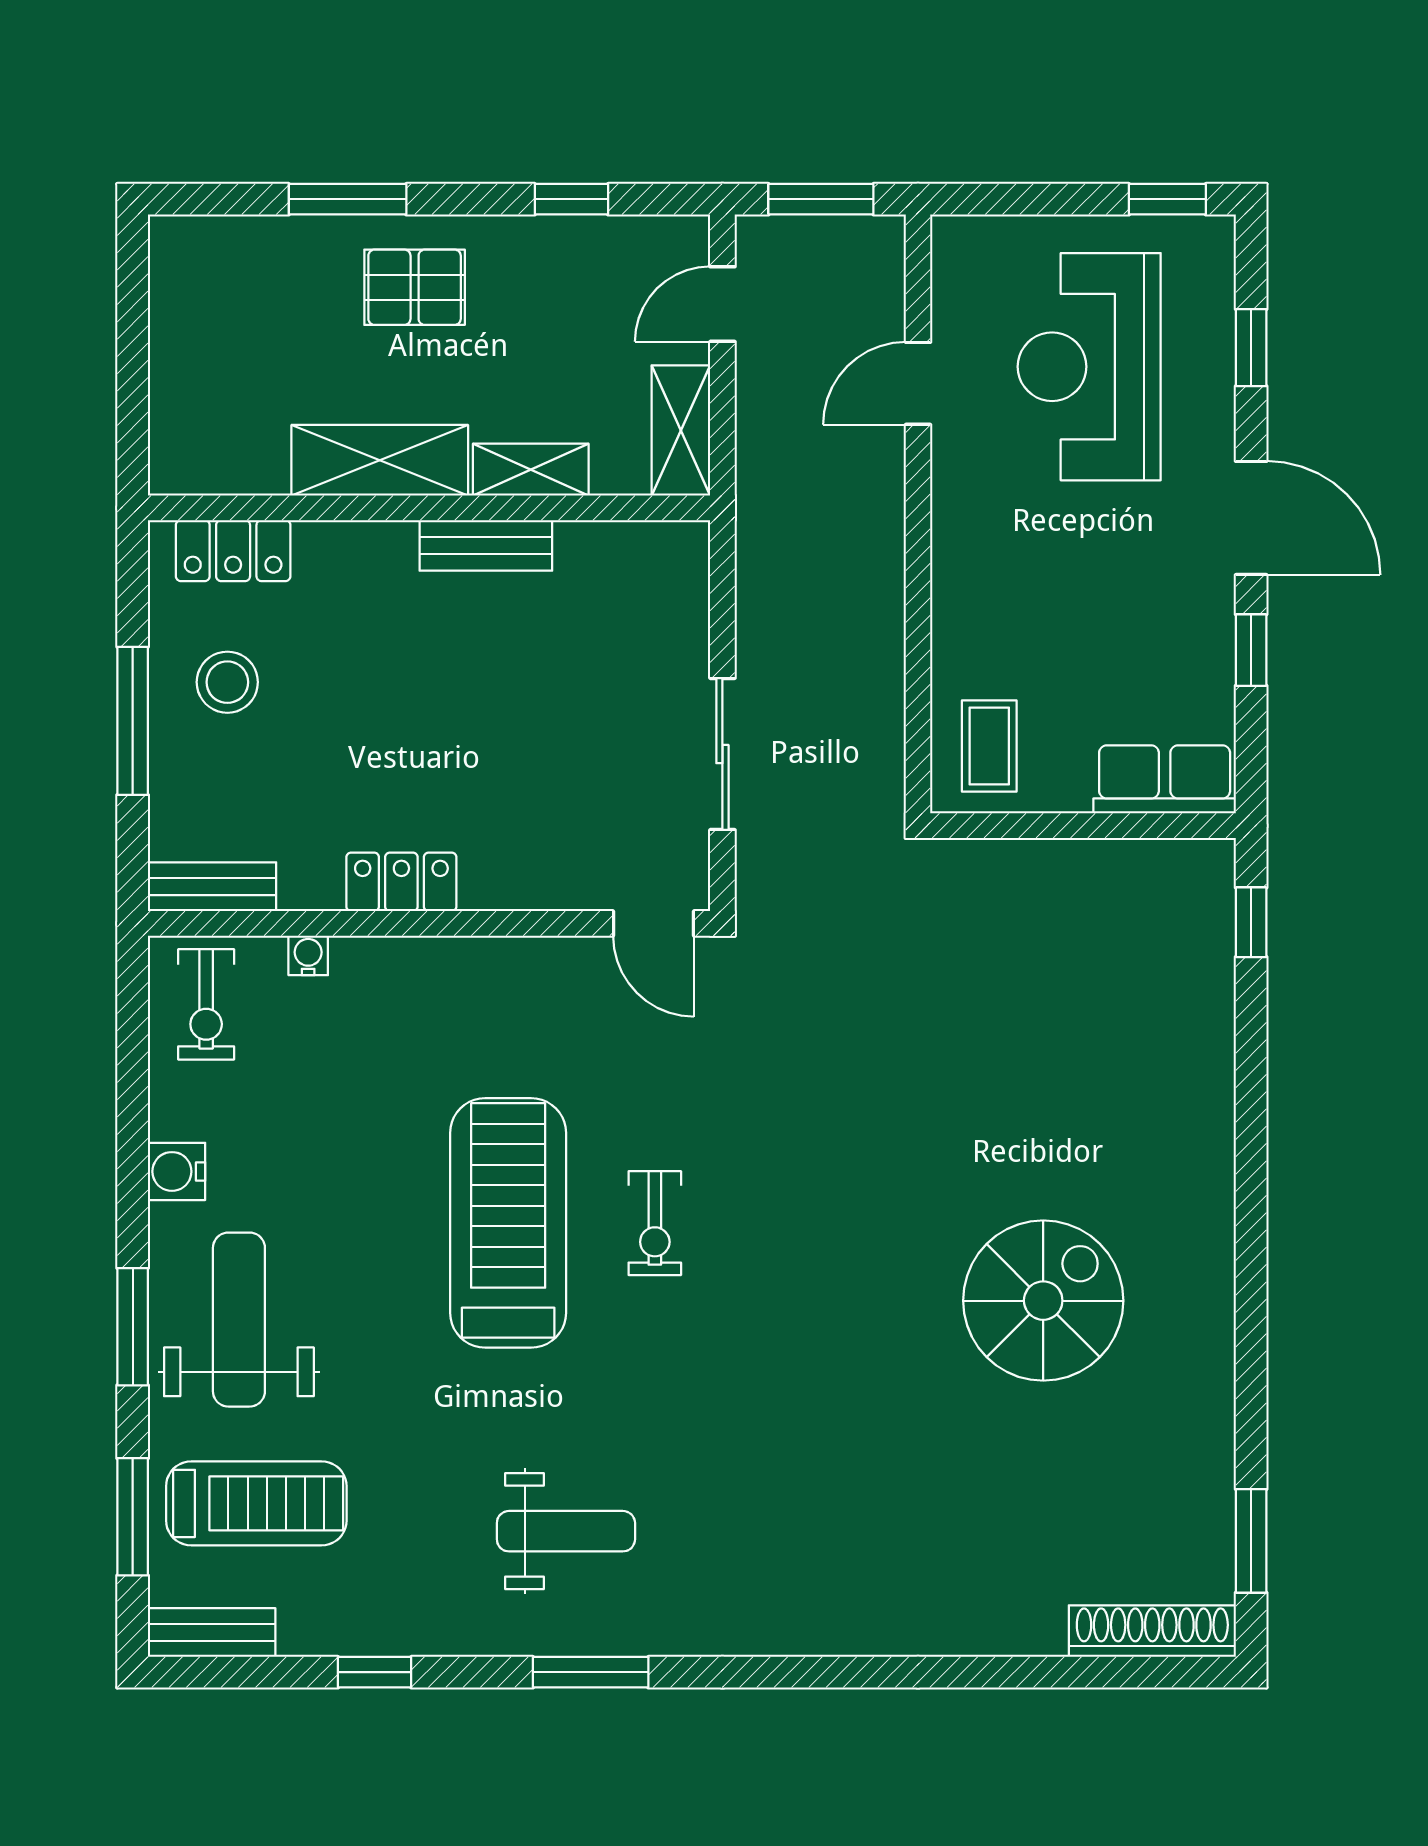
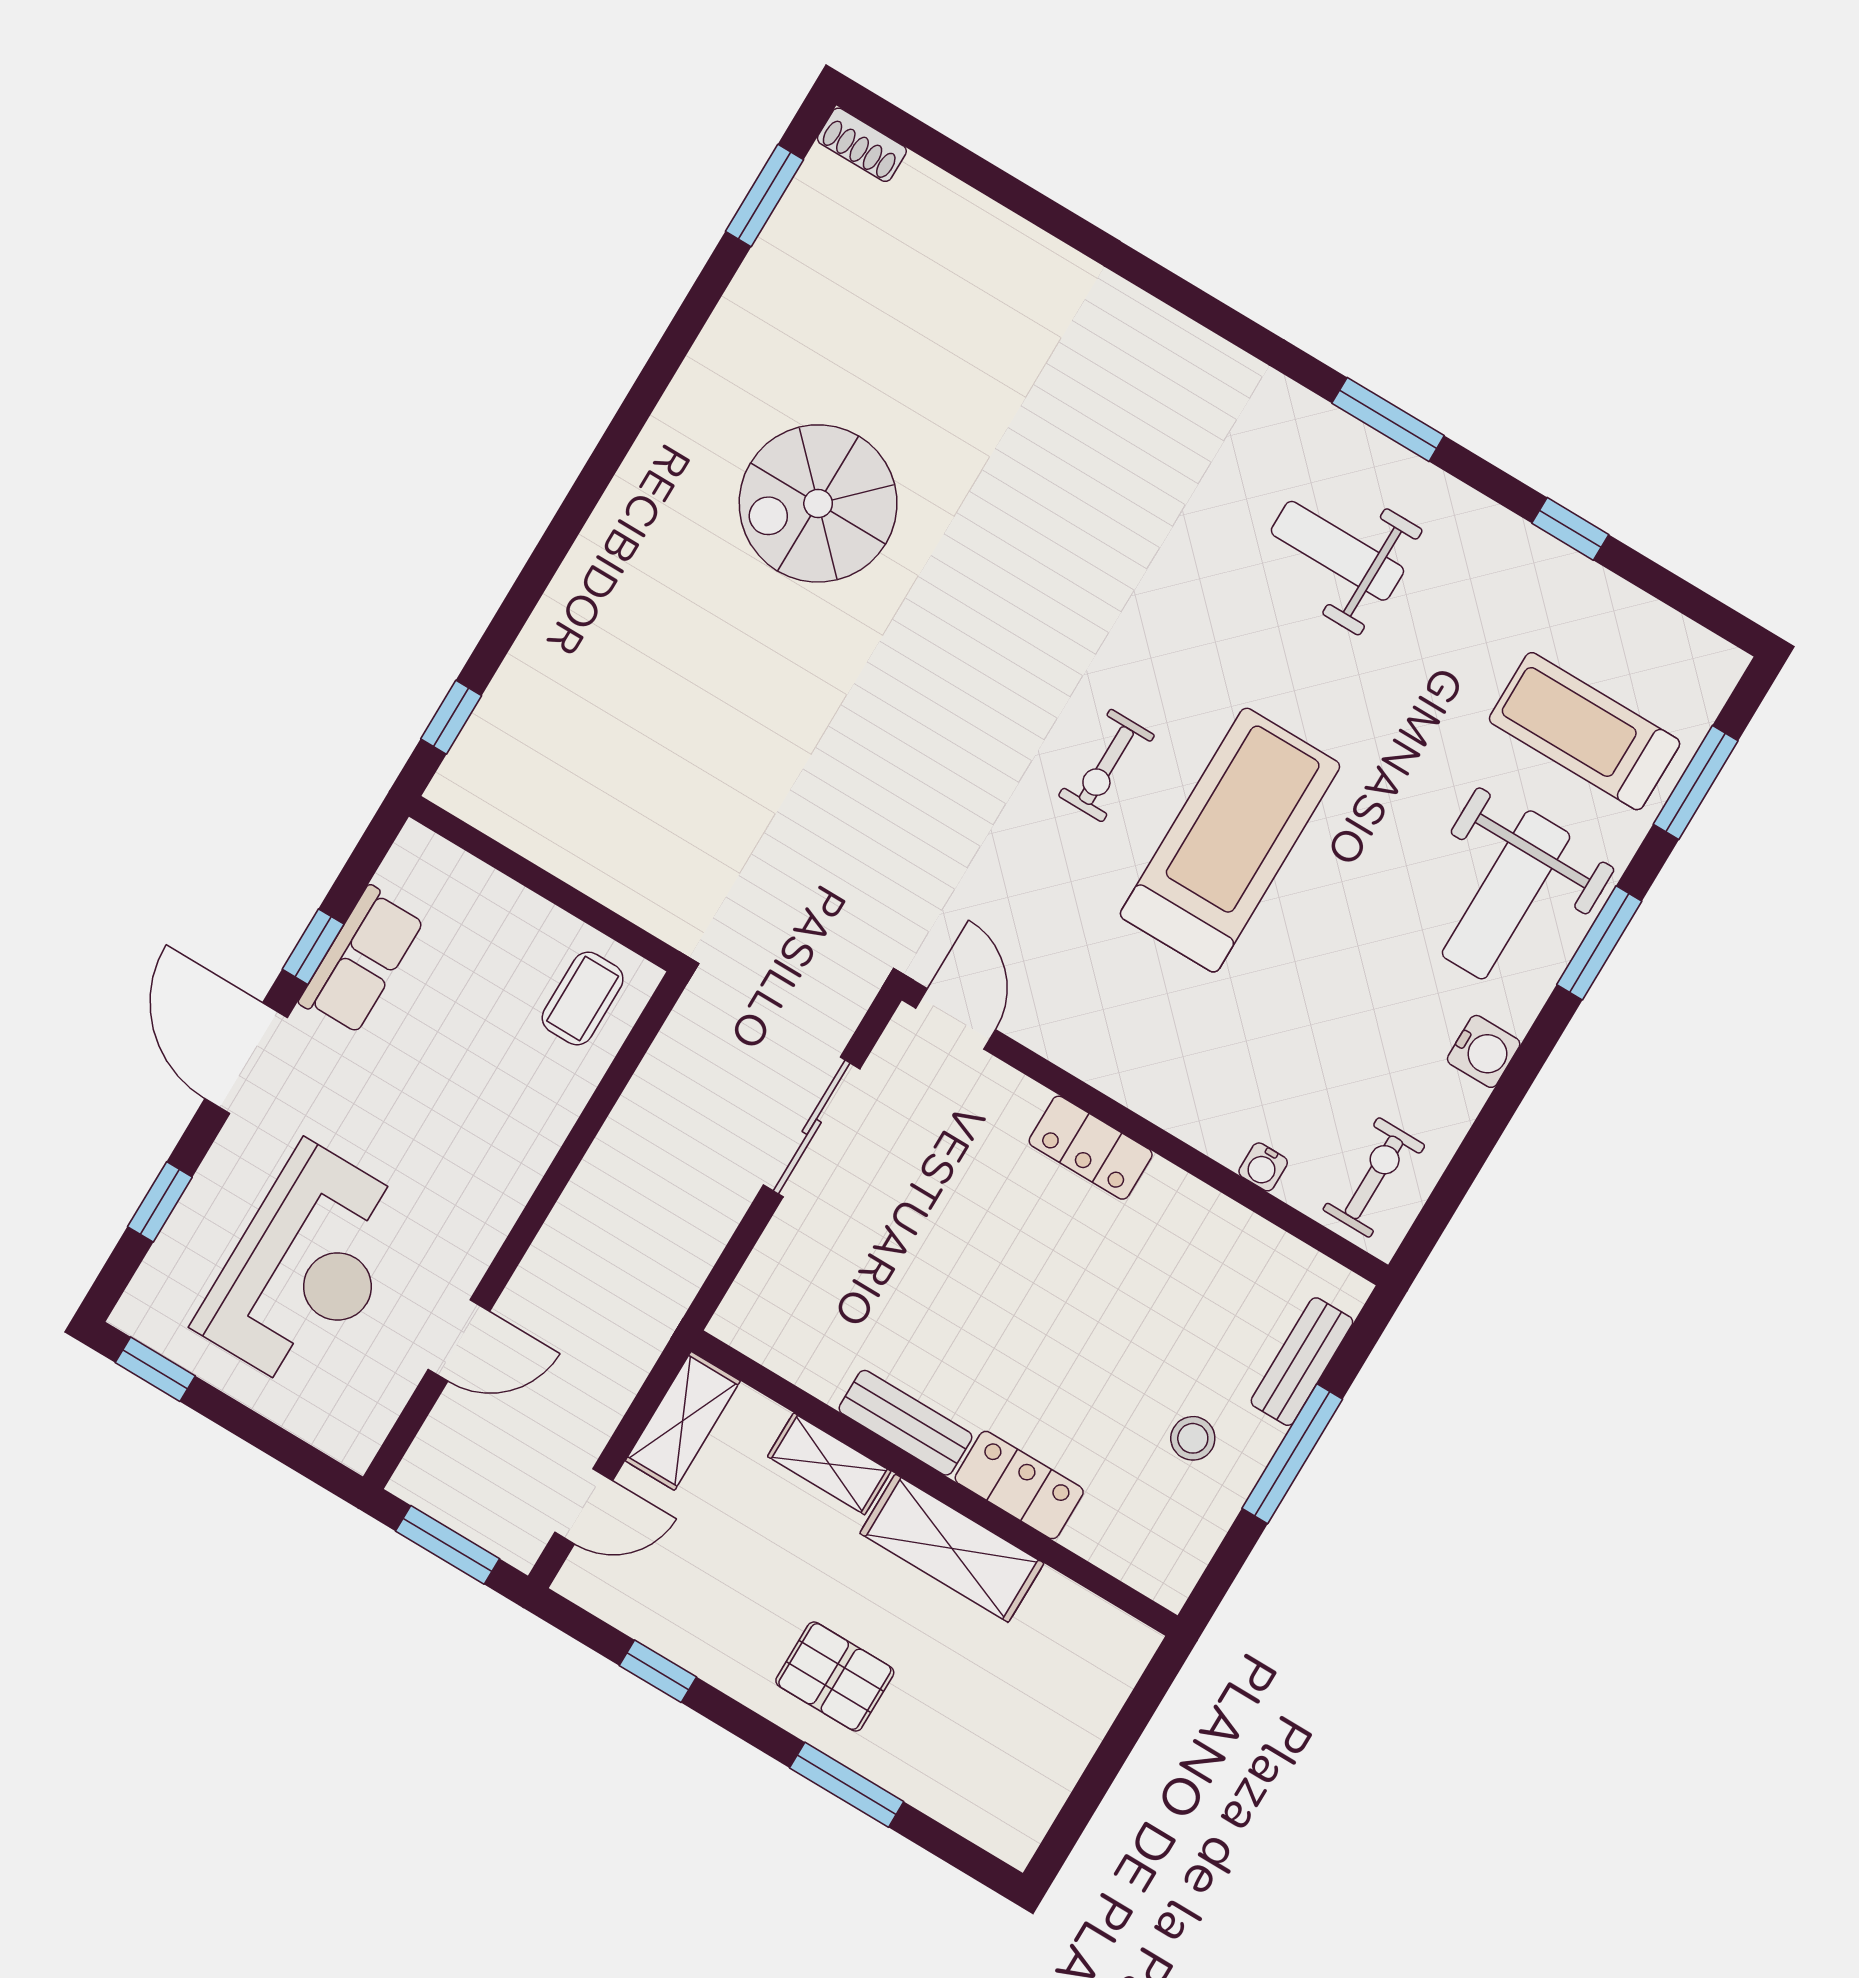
locker: (233, 551) -> (1019, 1485), moved
stool: (227, 682) -> (1193, 1438), width x0.73, depth x0.73
row of seats: (1165, 779) -> (362, 960), moved, turned -90
locker: (401, 882) -> (1091, 1148), moved
bench: (212, 887) -> (1302, 1362), moved, turned 90
treadmill: (508, 1223) -> (1230, 840), turned 180
exercise bike: (655, 1223) -> (1106, 766), turned 180
shoe rack: (1152, 1631) -> (862, 145), width x0.51, depth x0.81
bench: (212, 1633) -> (1688, 645), removed

